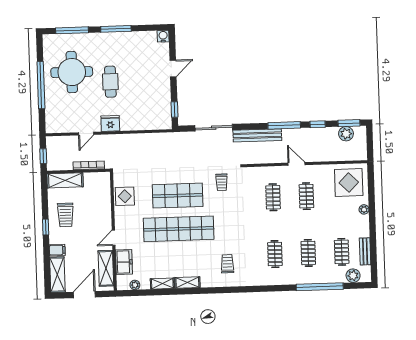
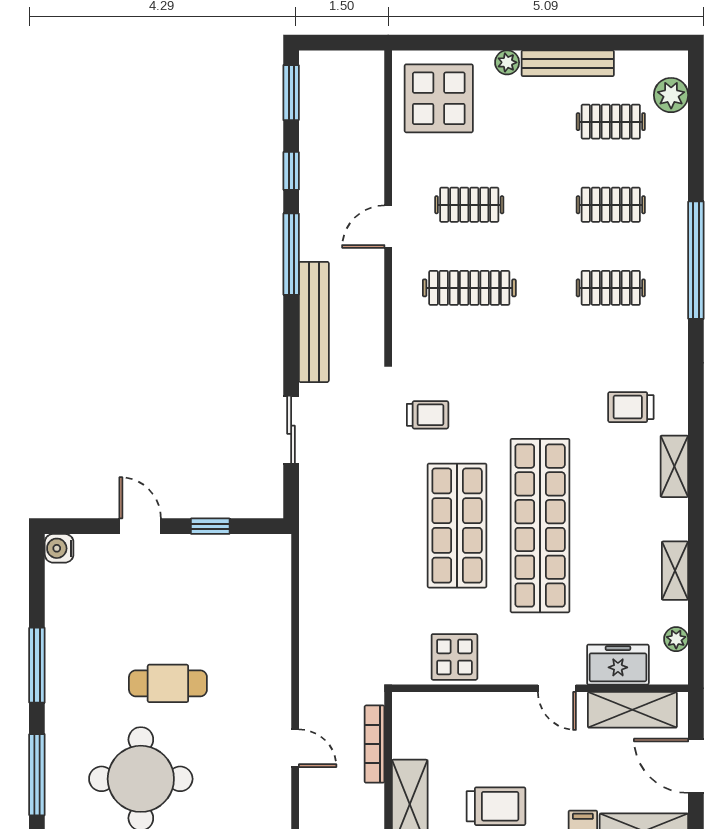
window: (174, 109) -> (210, 526), moved
fridge: (110, 123) -> (272, 687), removed
sliding door: (214, 128) -> (291, 430), width x0.73
plant: (346, 134) -> (317, 101), removed
clothes rail: (273, 197) -> (469, 288), width x1.36
bench: (365, 251) -> (568, 63), moved, width x1.36
shelving: (187, 282) -> (674, 466), moved
window: (320, 287) -> (696, 260), moved

